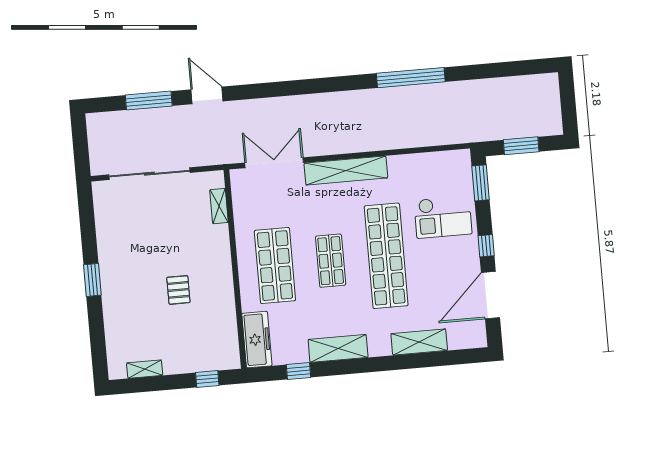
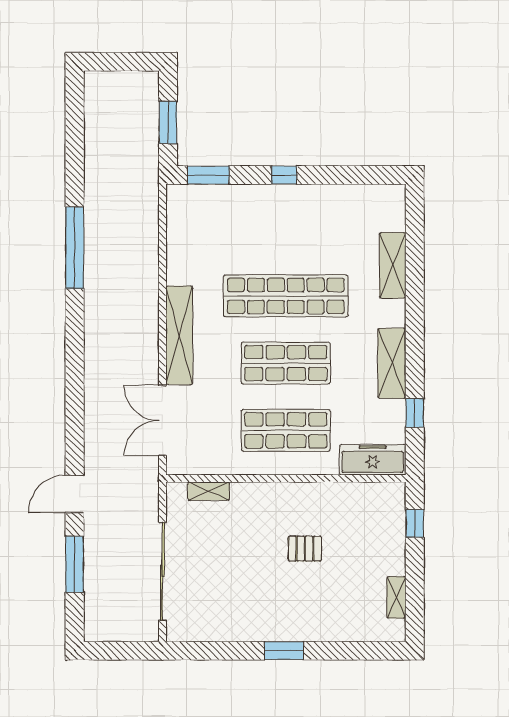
checkout: (443, 217) -> (245, 224), removed
shop shelf: (331, 261) -> (286, 363), width x1.43, depth x1.36
door: (490, 295) -> (344, 175), removed

